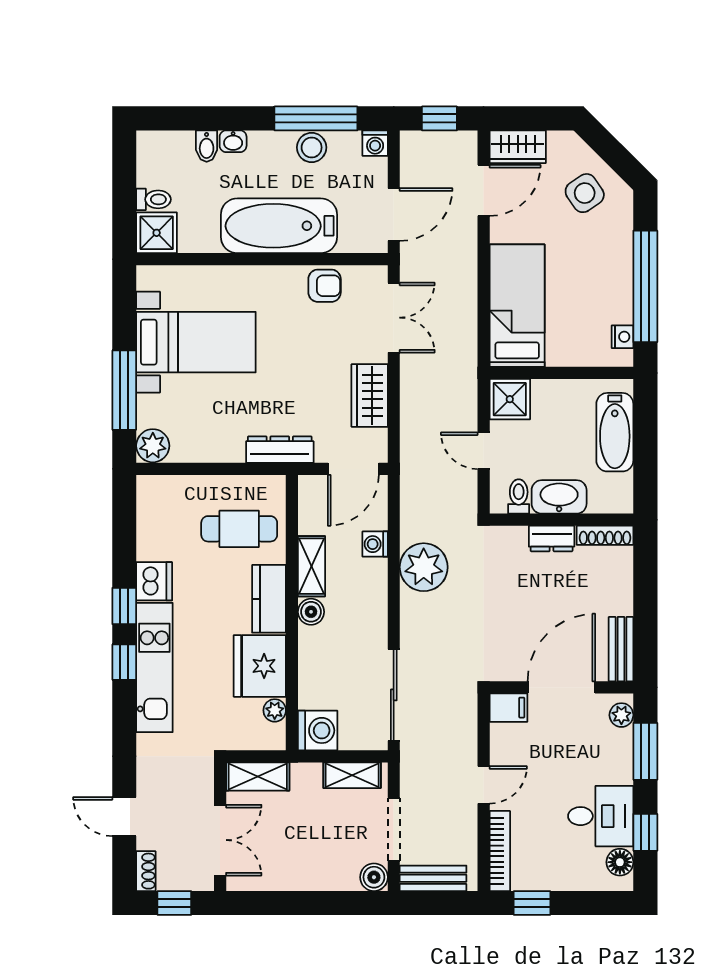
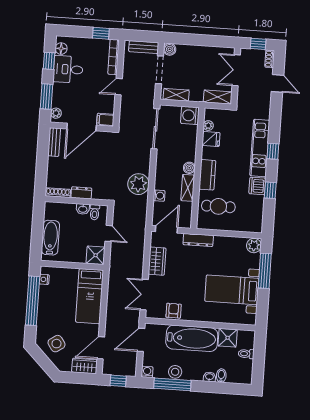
shower: (157, 233) -> (228, 338), moved
armchair: (325, 286) -> (174, 311), turned 90
washbasin: (559, 497) -> (83, 209), width x0.52, depth x0.69
window: (124, 606) -> (270, 190), moved
fridge: (260, 666) -> (211, 139), width x0.53, depth x0.75

